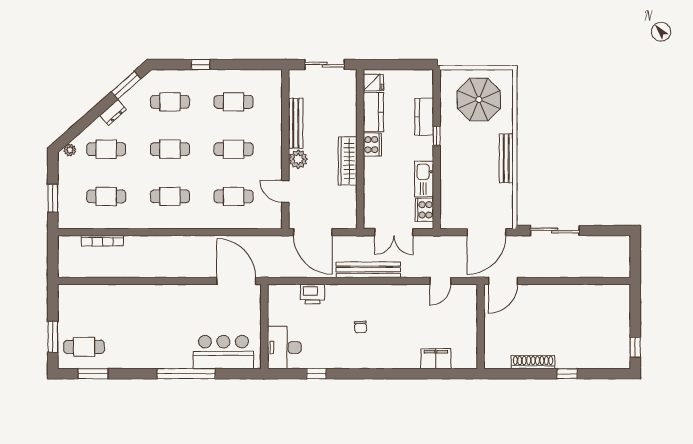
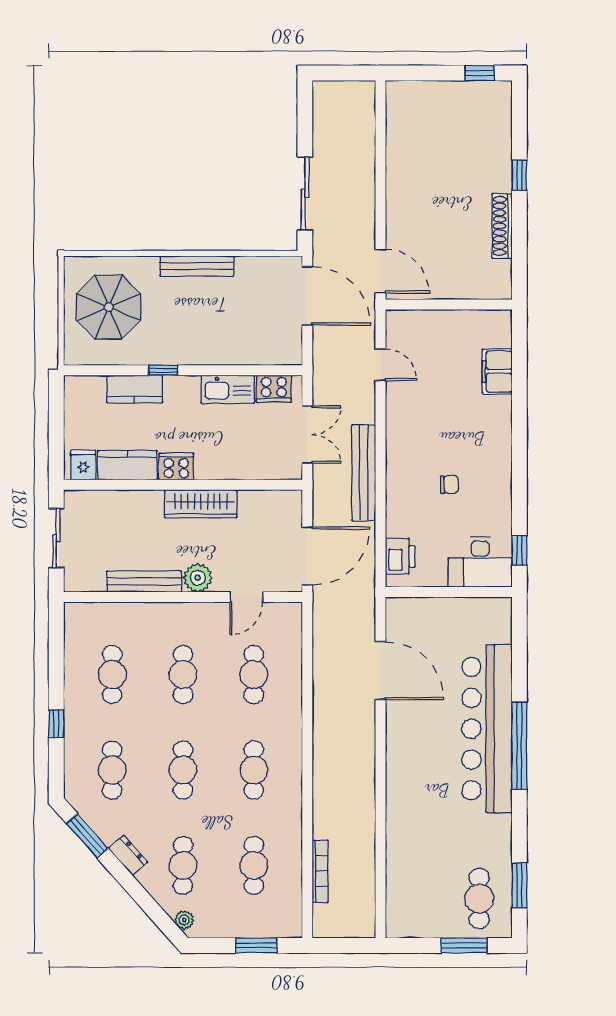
door: (236, 281) -> (380, 671), swing flipped
wall: (264, 326) -> (449, 592), moved
desk: (284, 348) -> (480, 562), moved
bar counter: (223, 352) -> (487, 729), width x1.86

